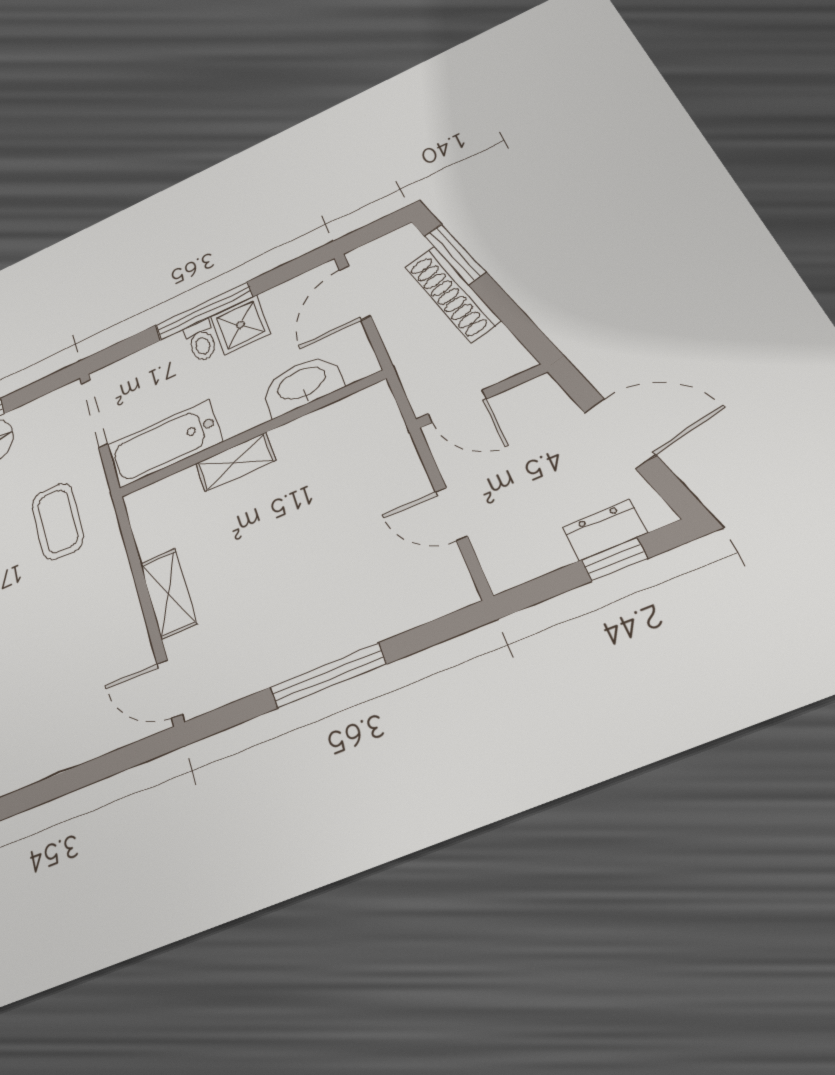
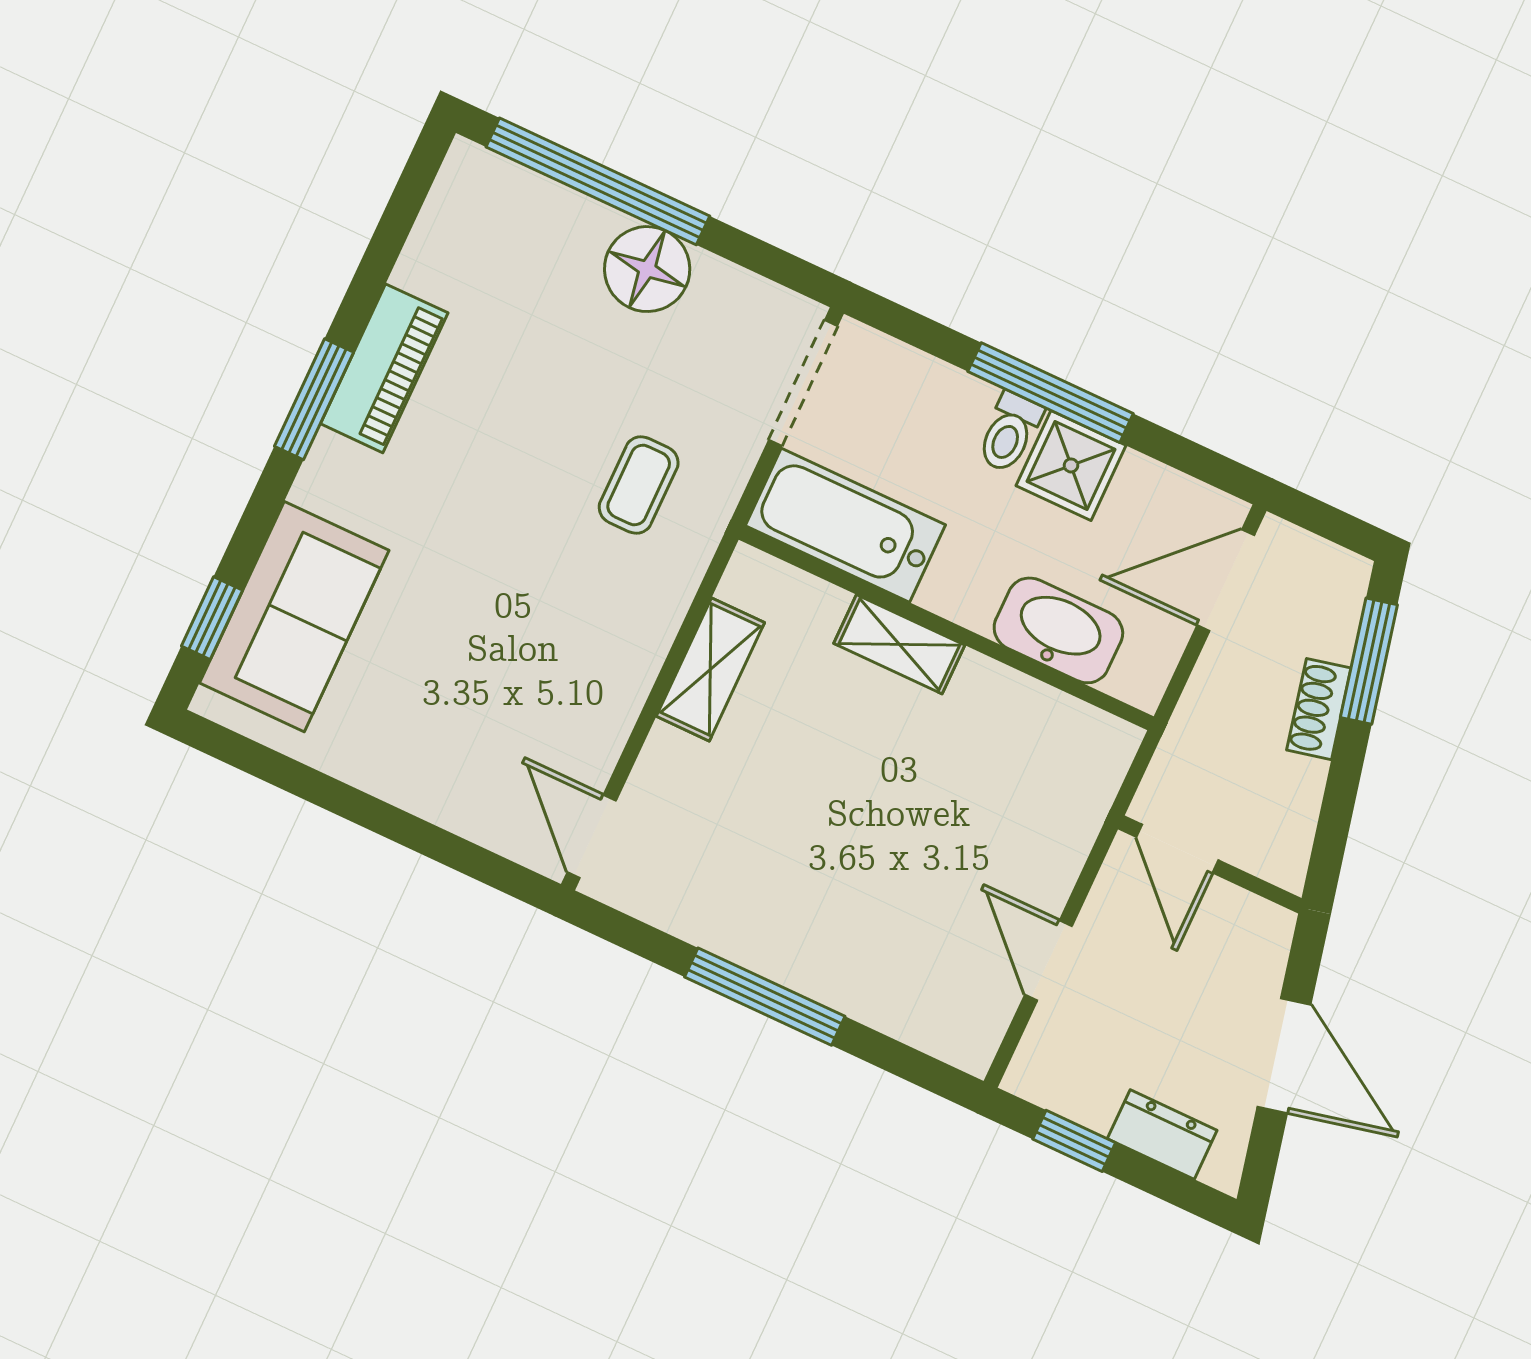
shoe rack: (452, 294) -> (1319, 709), width x0.51, depth x0.81
coffee table: (58, 521) -> (639, 485), width x0.73, depth x0.77
window: (614, 559) -> (1074, 1141), moved
shelving: (168, 593) -> (710, 669), moved

